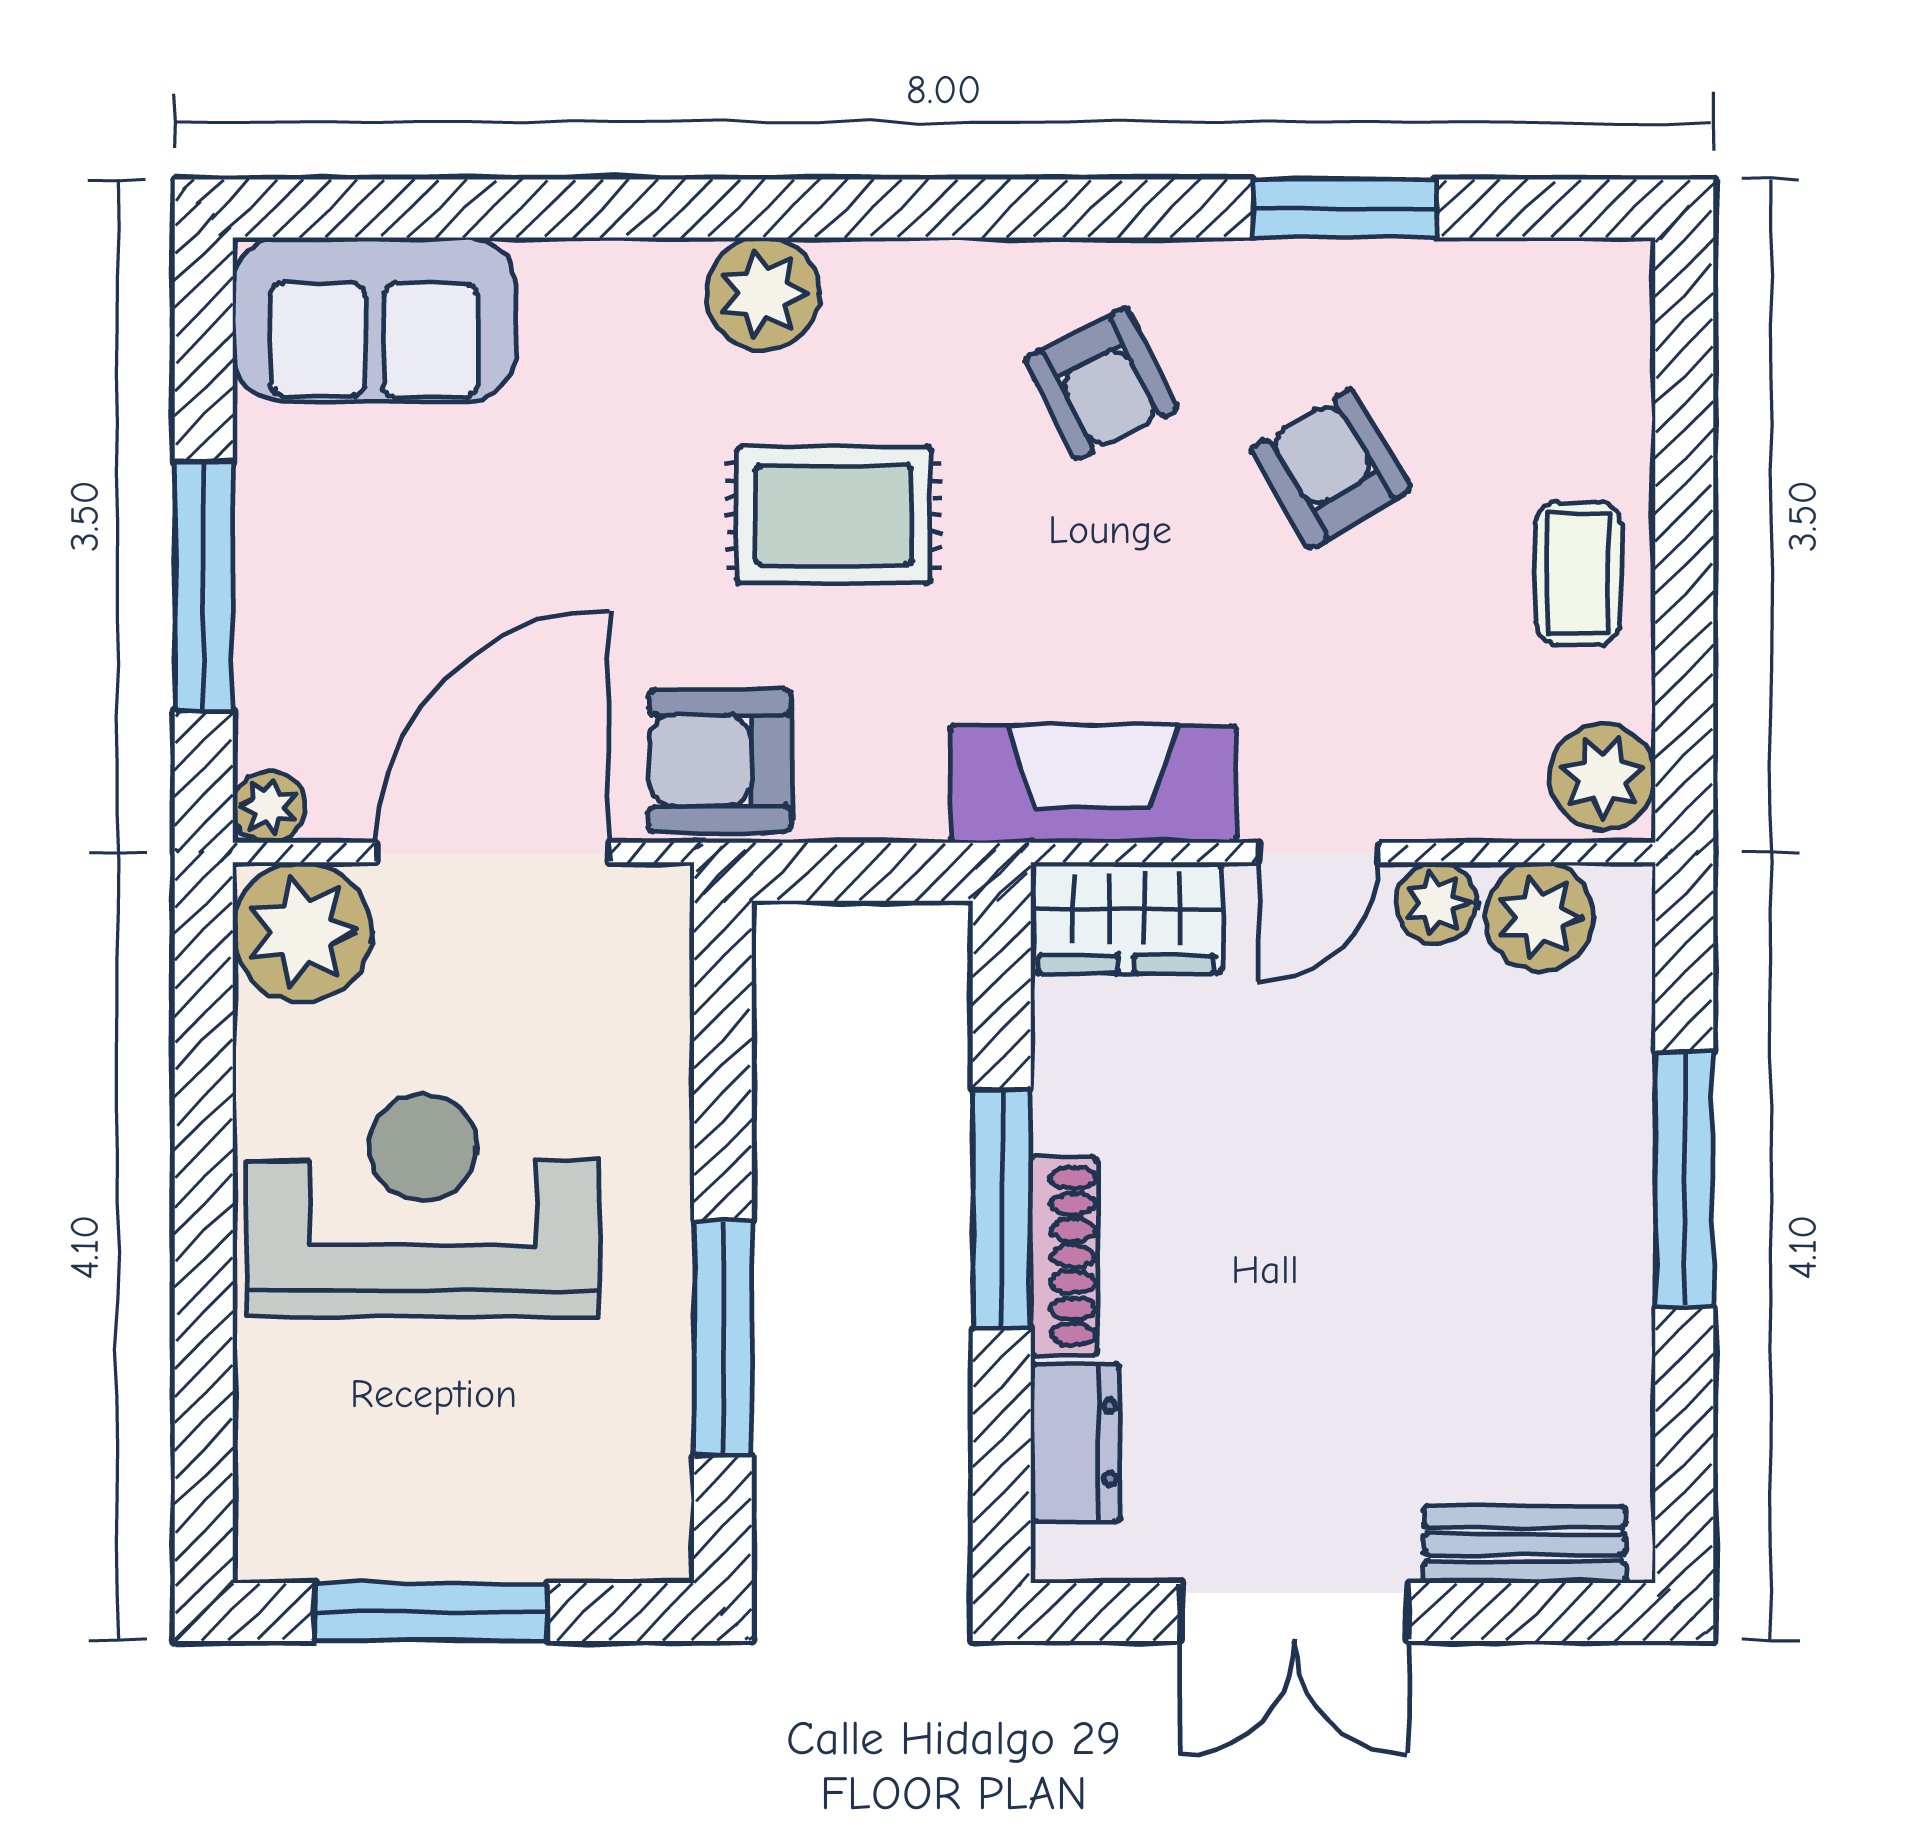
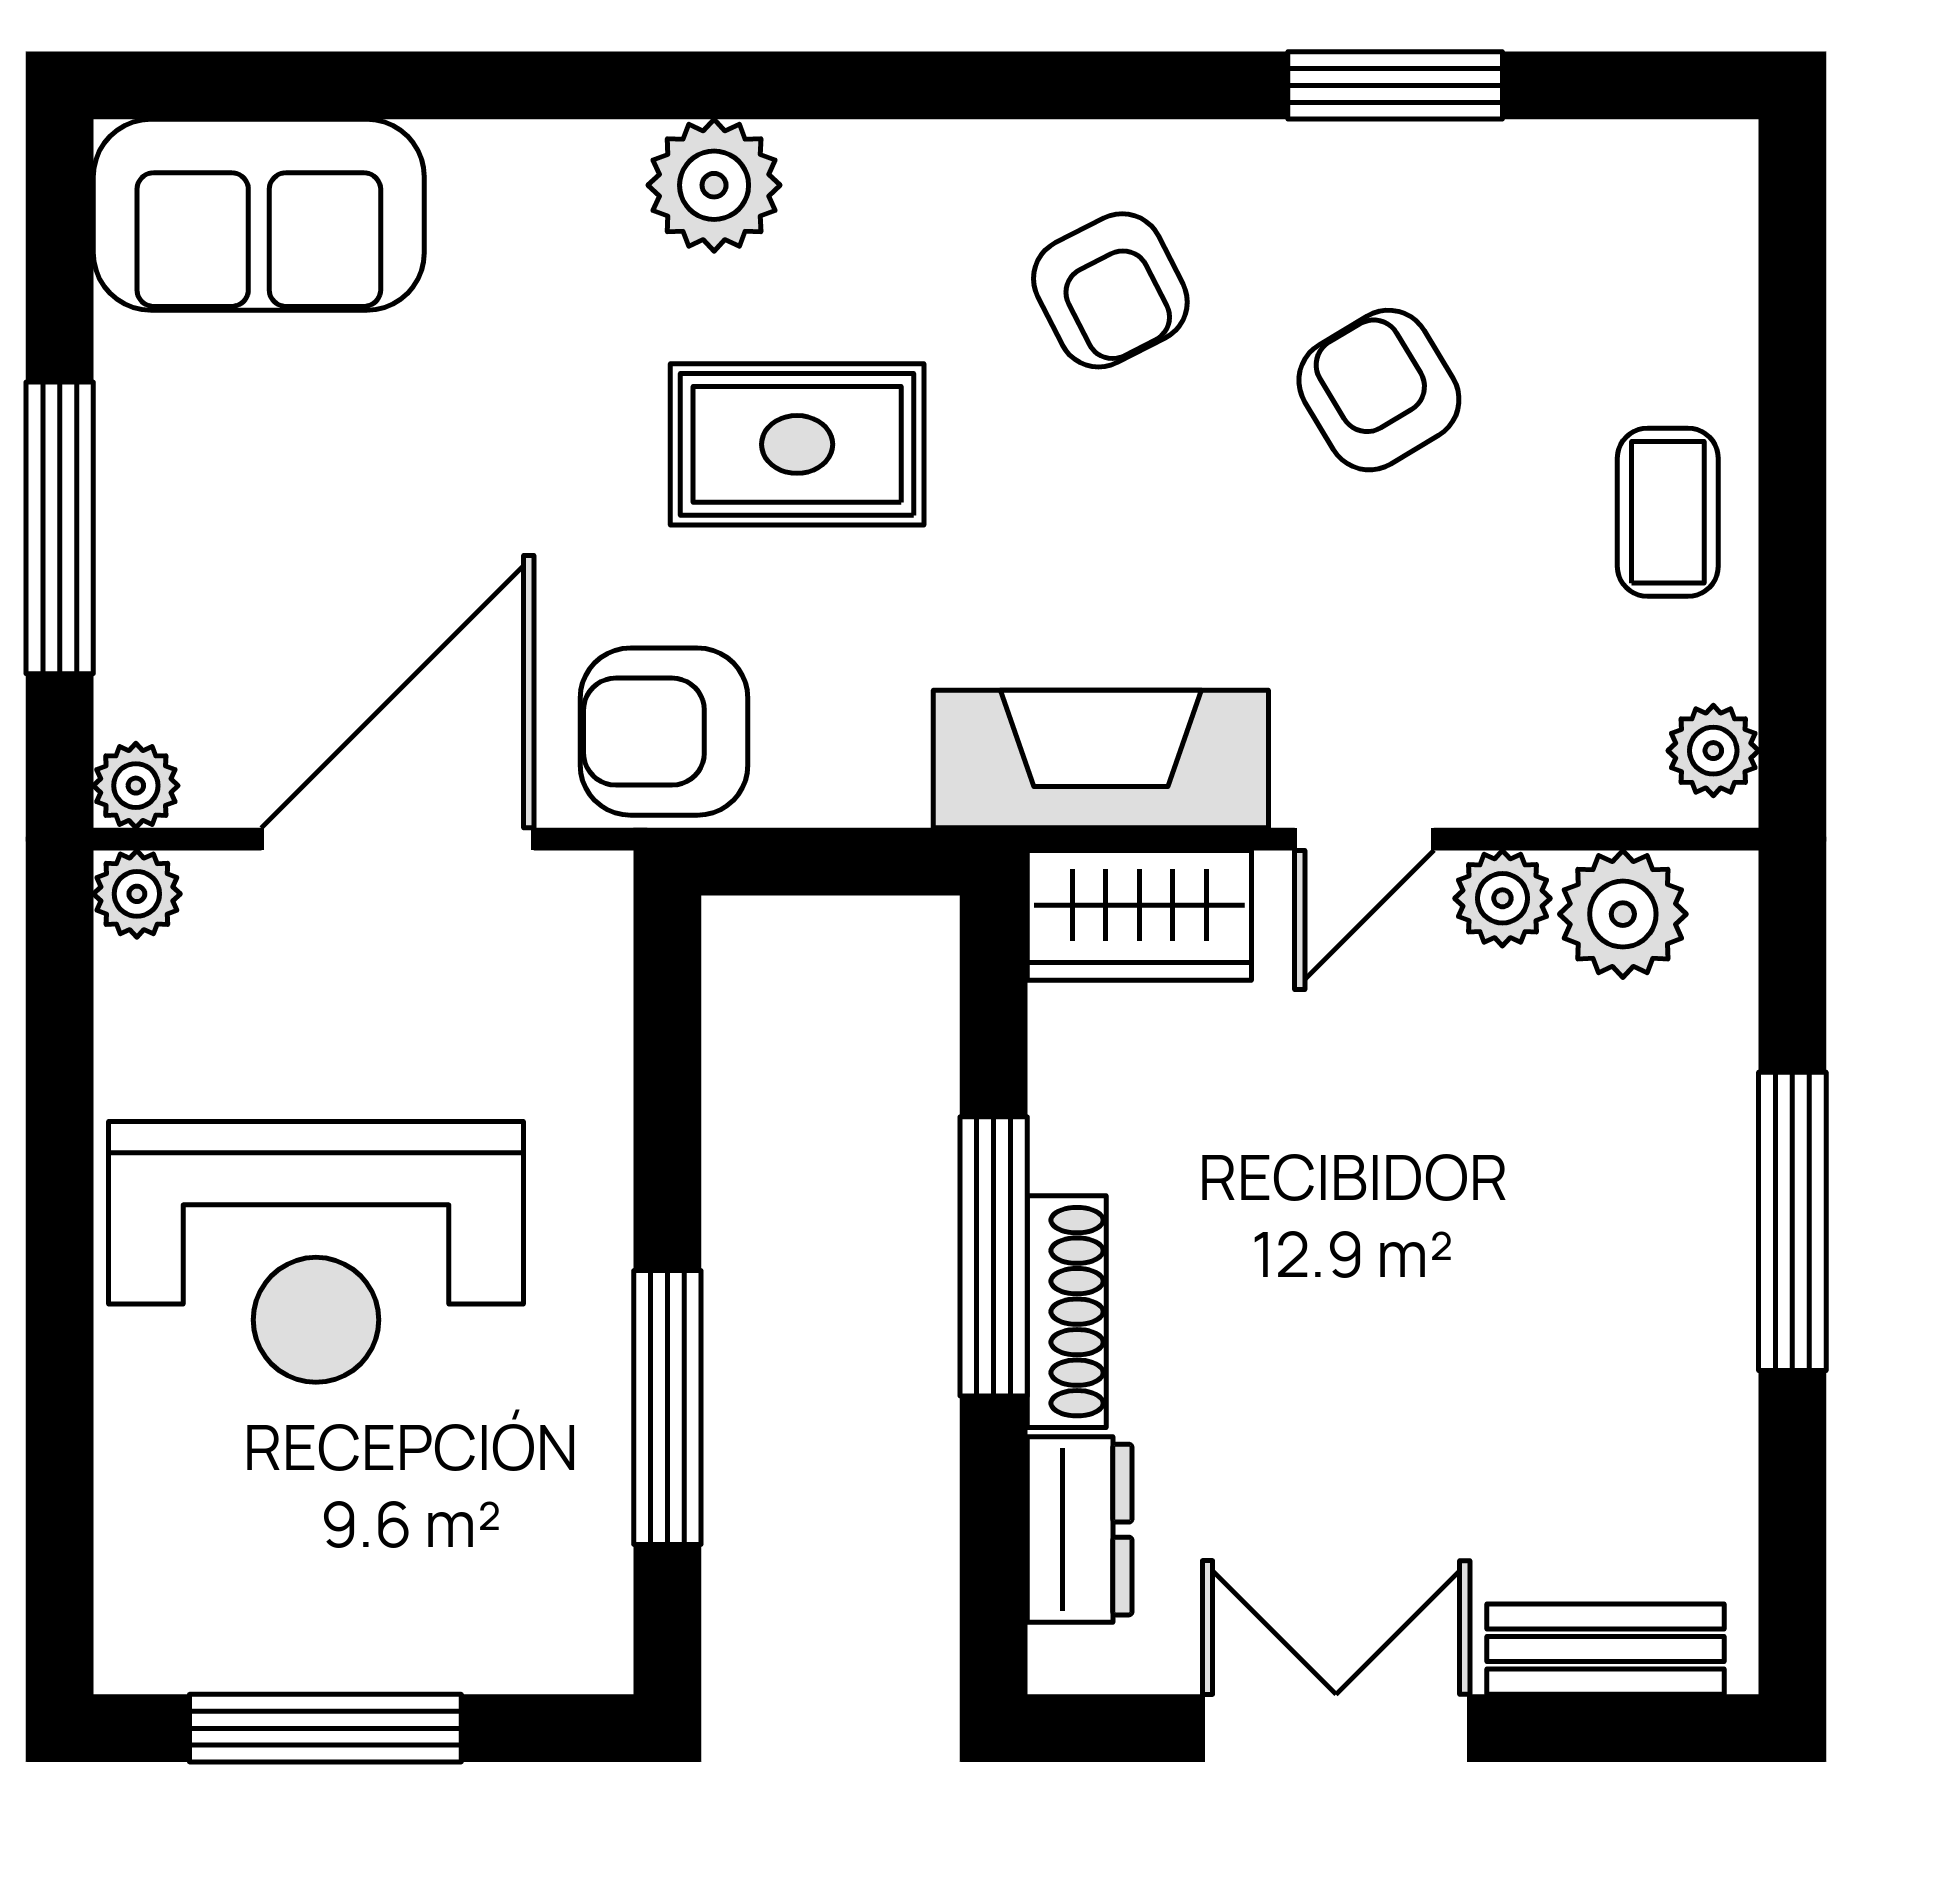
plant: (1602, 777) -> (1713, 751), width x0.73, depth x0.73
plant: (302, 932) -> (137, 894), width x0.53, depth x0.53
reception desk: (423, 1205) -> (316, 1252), turned 180
double door: (1294, 1612) -> (1336, 1728), swing flipped

